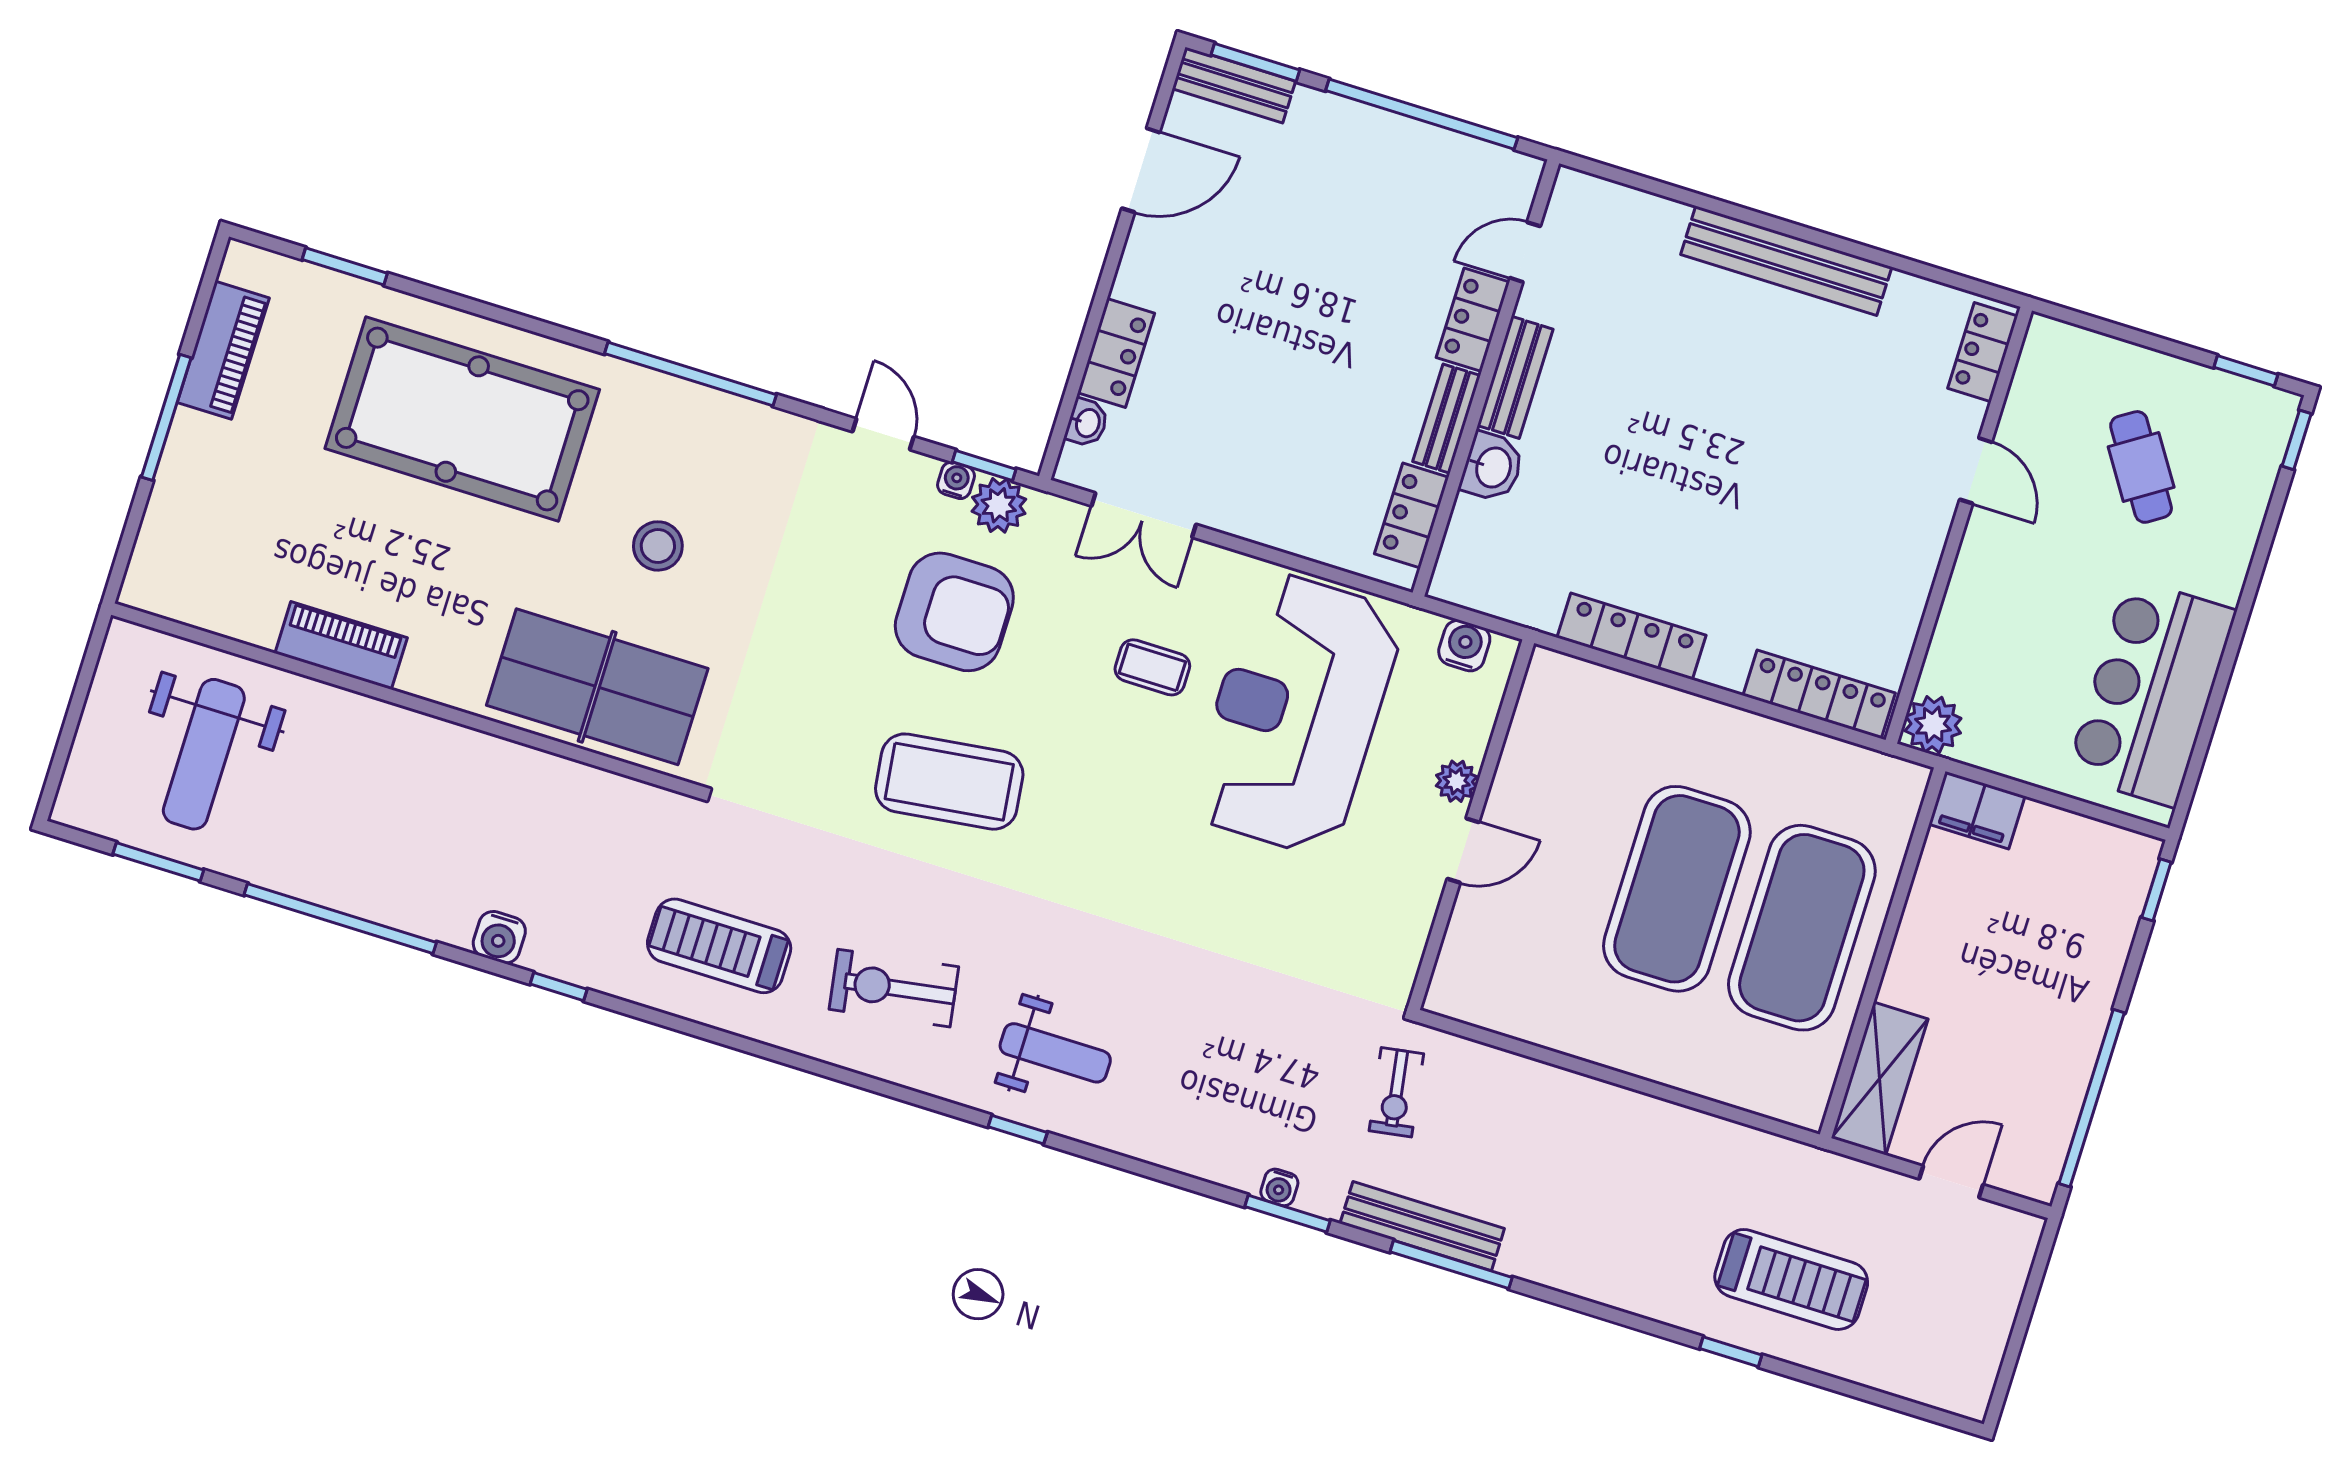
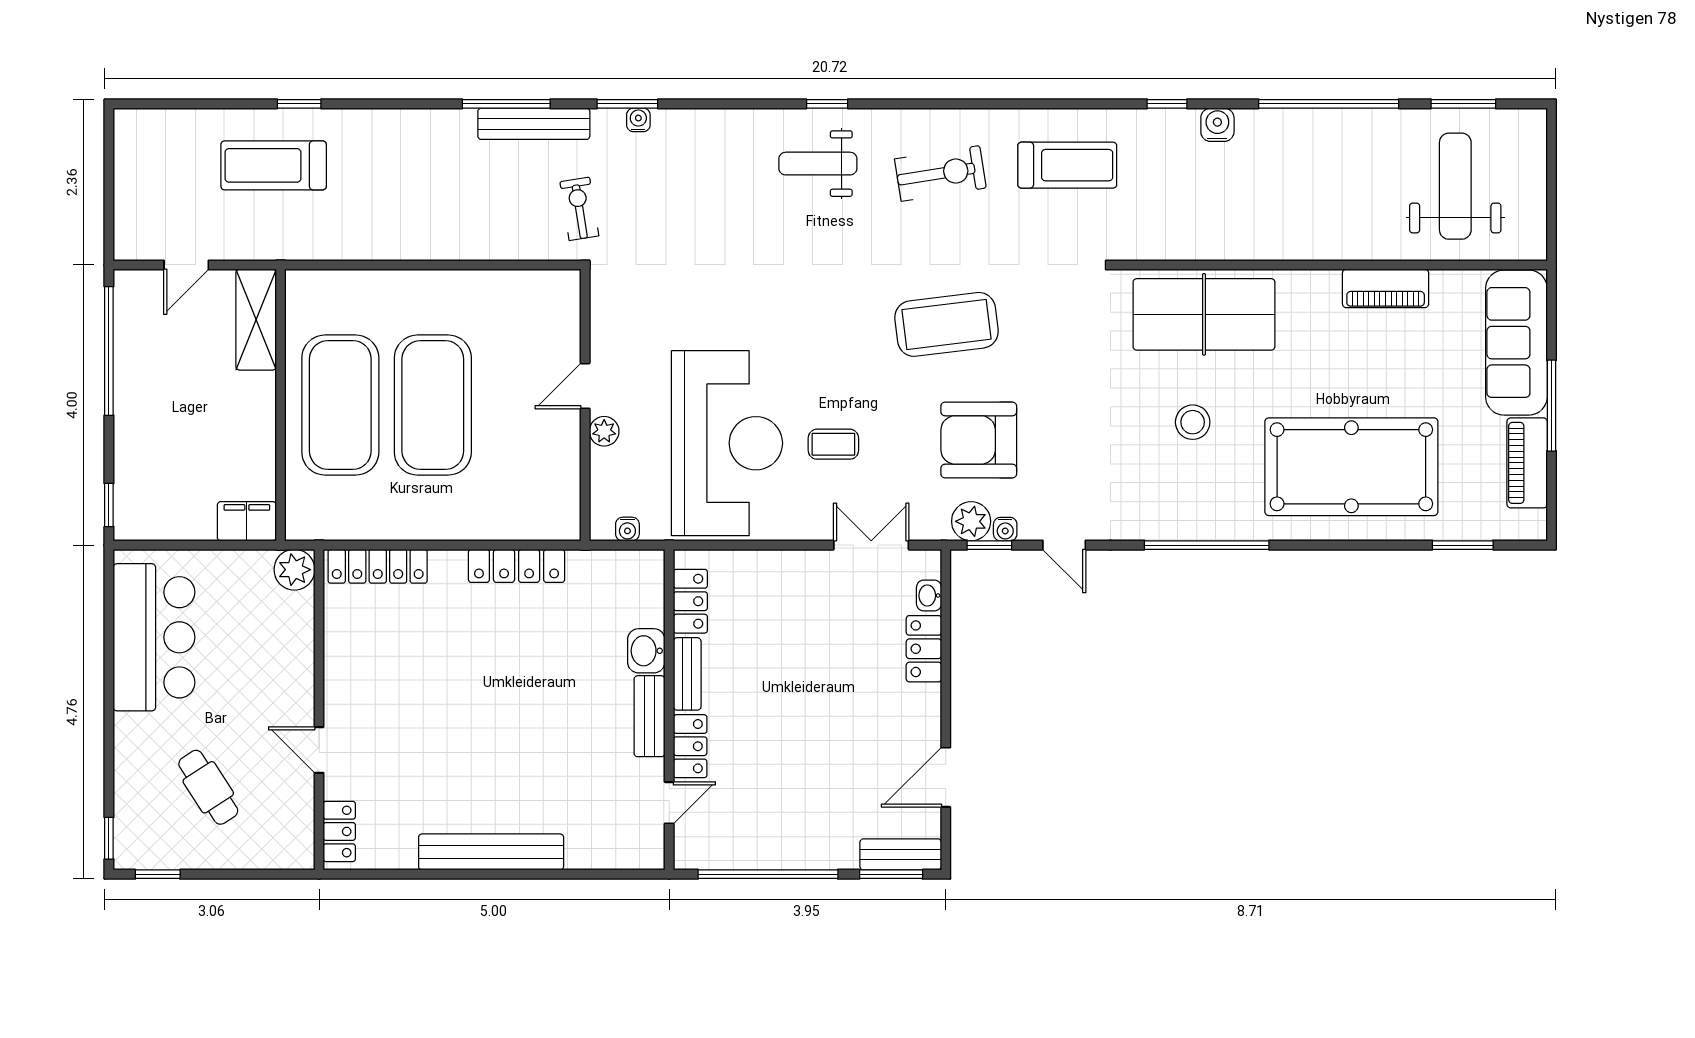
sofa: (187, 517) -> (1516, 343), added
water cooler: (1464, 646) -> (627, 529), width x0.72, depth x0.72

